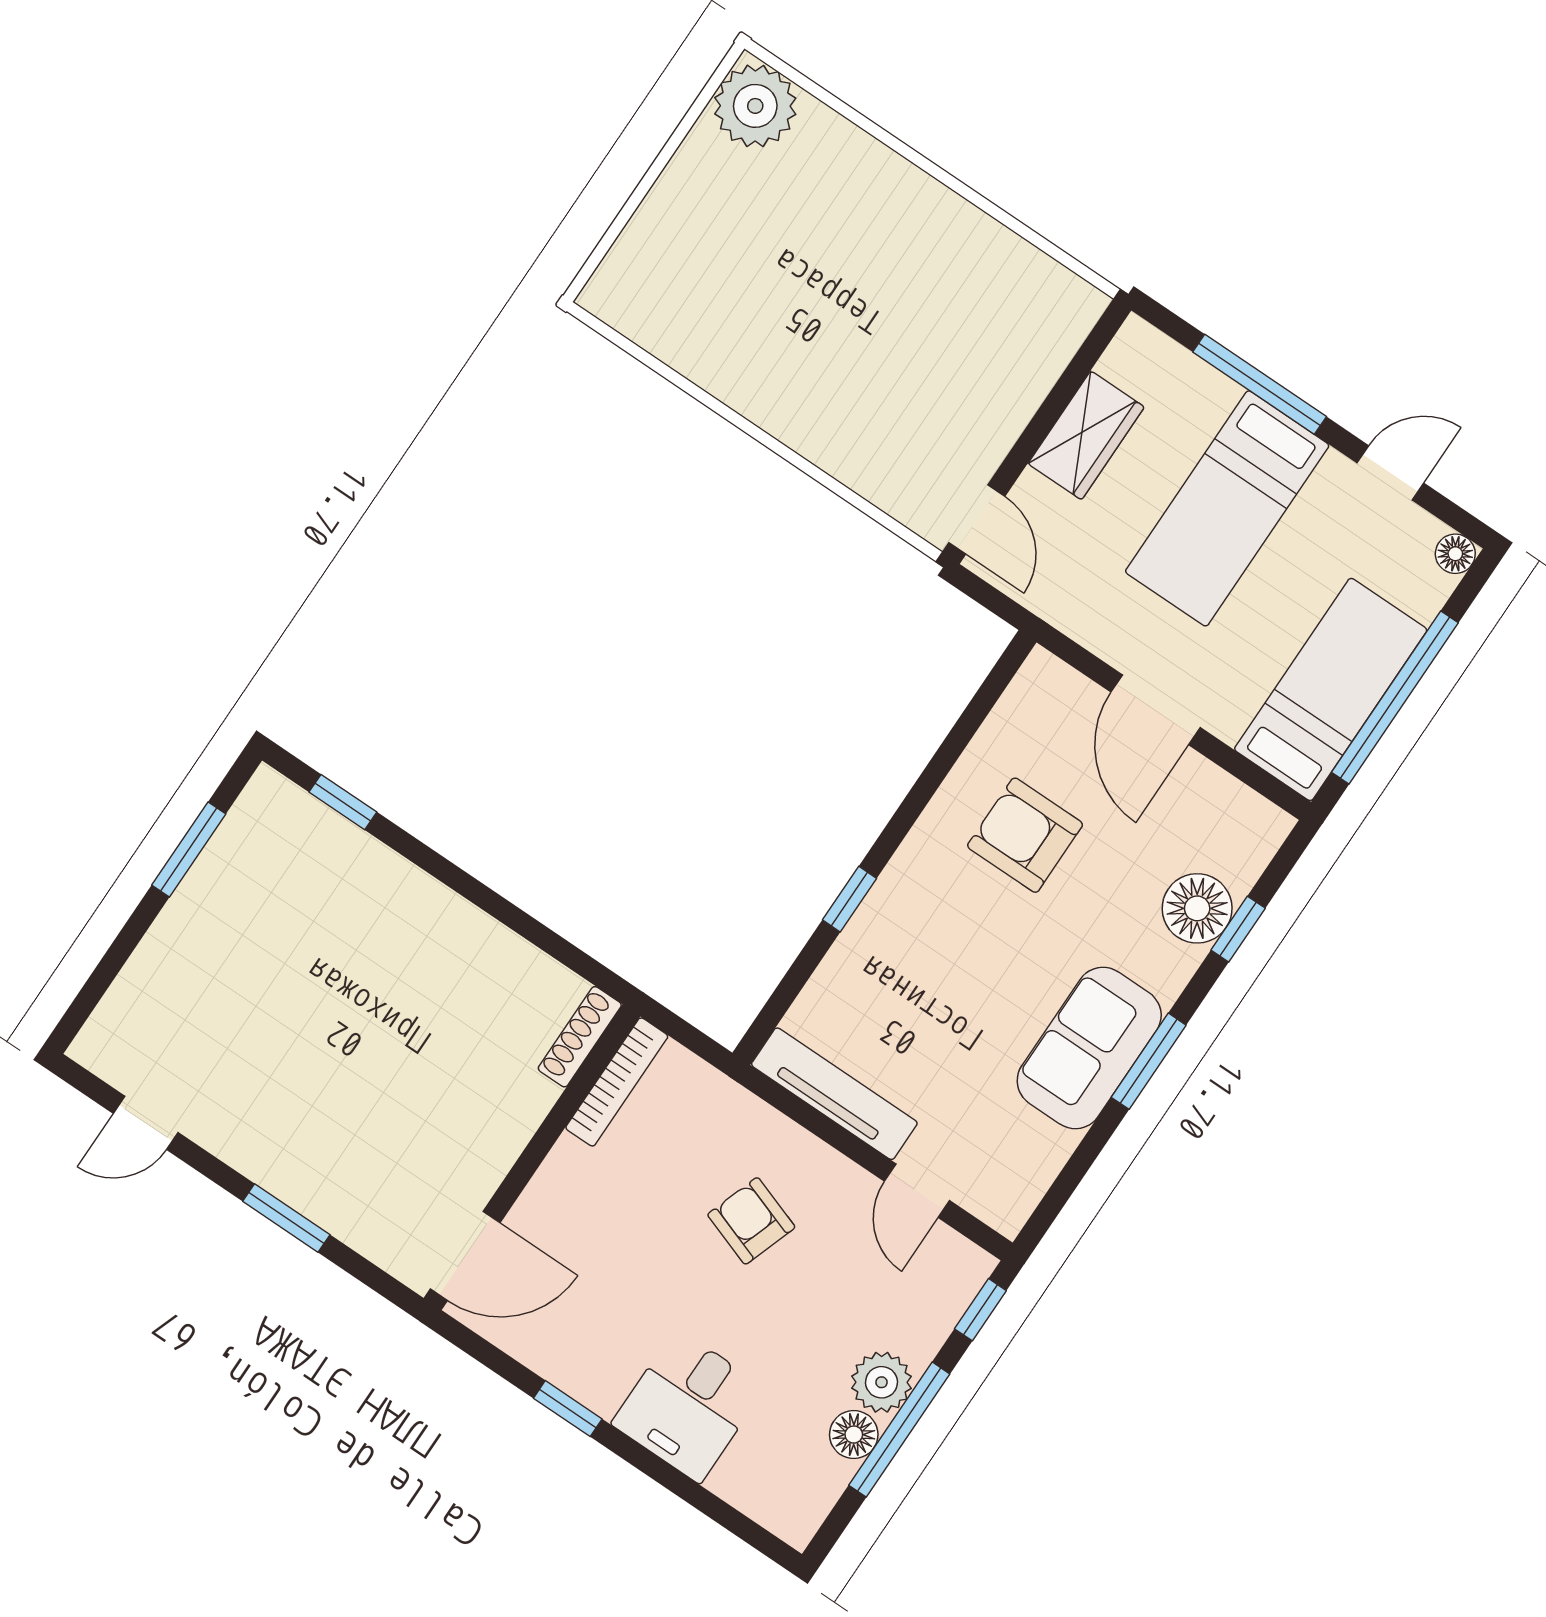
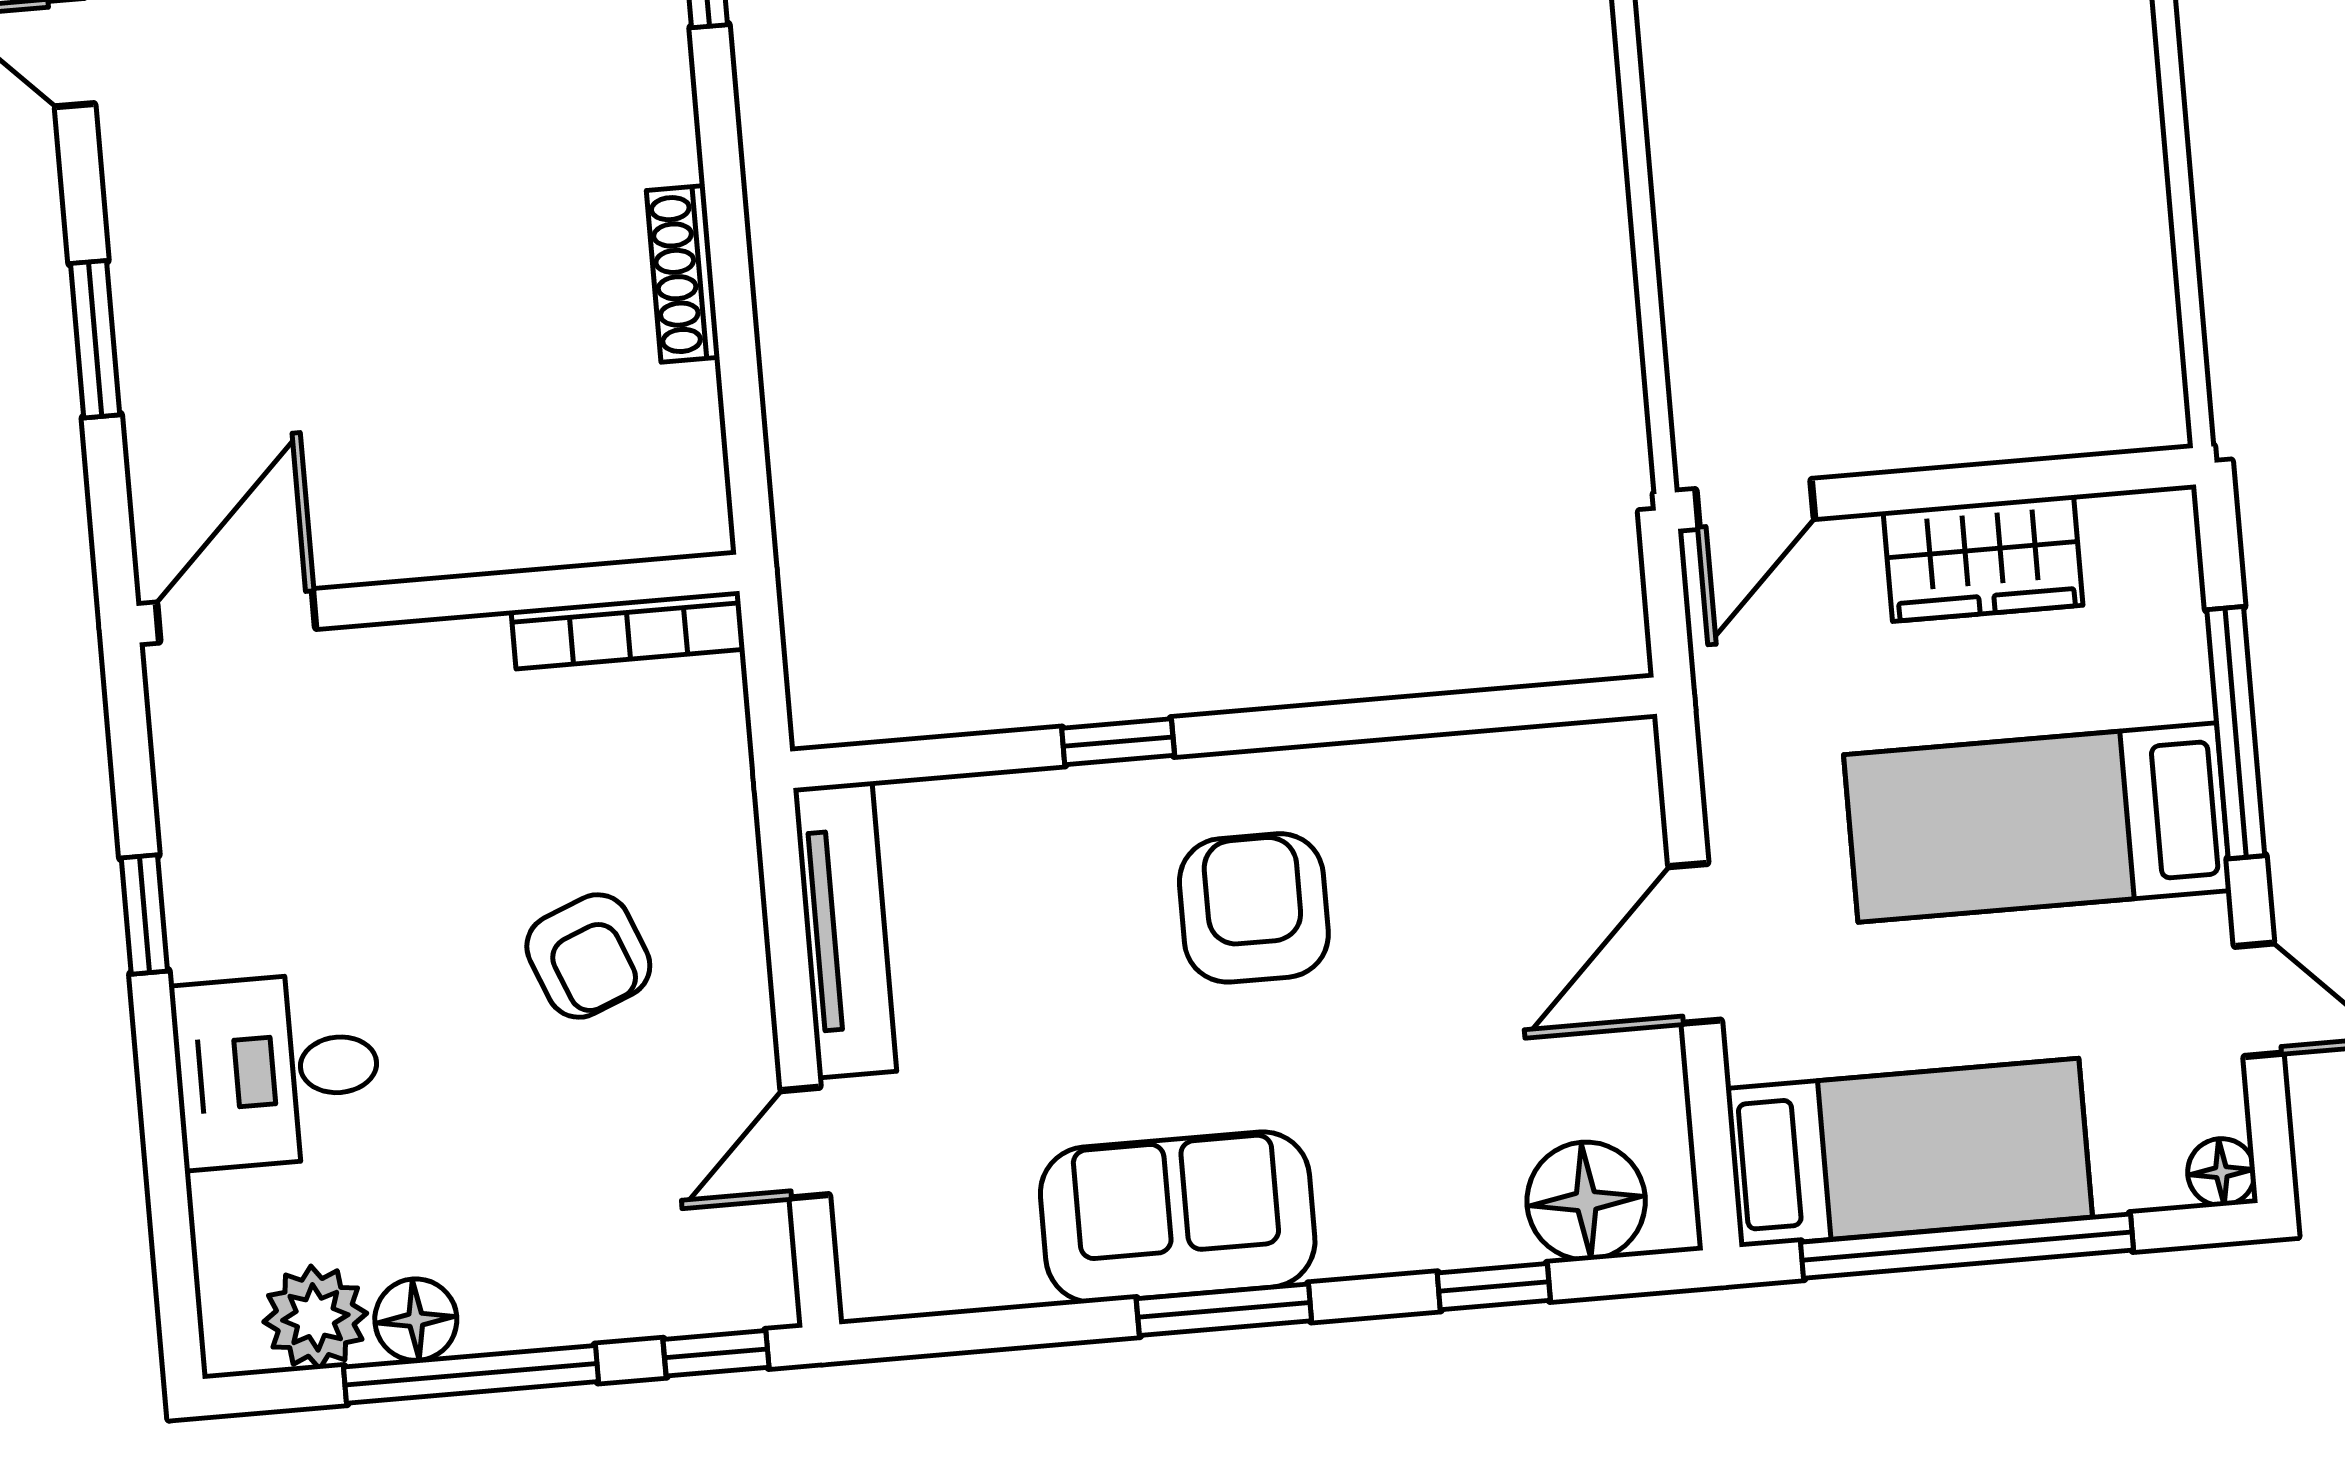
armchair: (1025, 835) -> (1254, 908), moved
floor lamp: (1197, 908) -> (1586, 1201), moved
shoe rack: (580, 1037) -> (683, 274), moved, turned -90
armchair: (751, 1221) -> (588, 956), turned 139
door: (465, 1256) -> (236, 616), swing flipped
plant: (882, 1382) -> (315, 1317), moved

